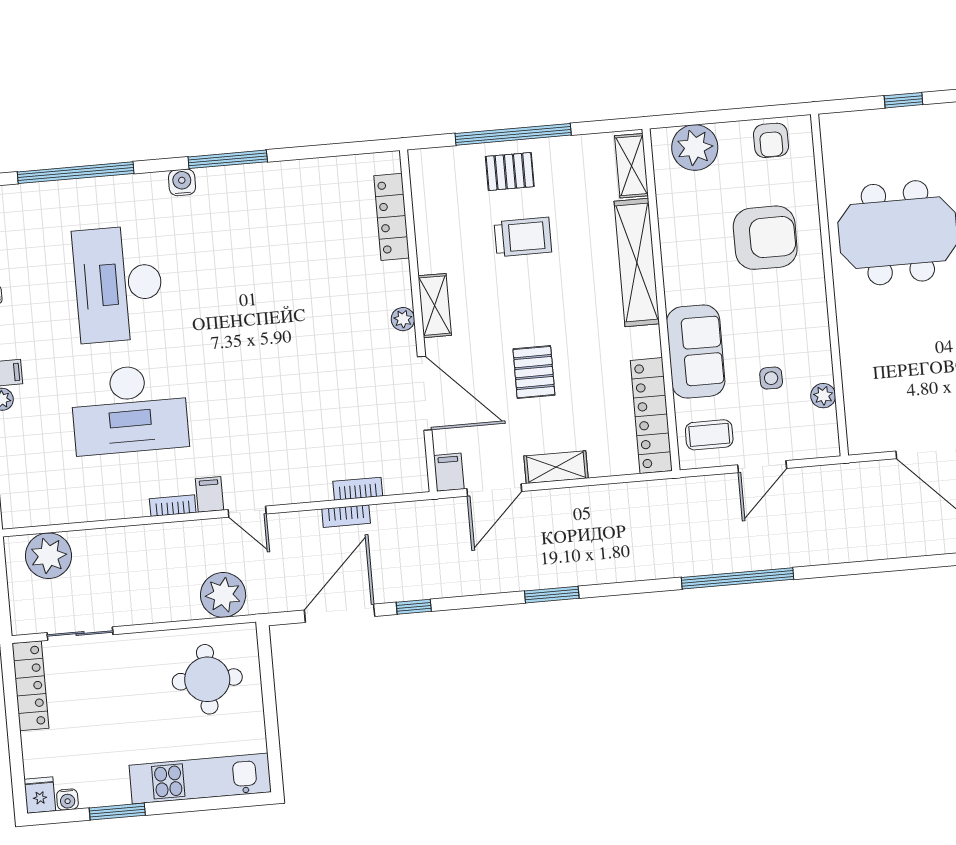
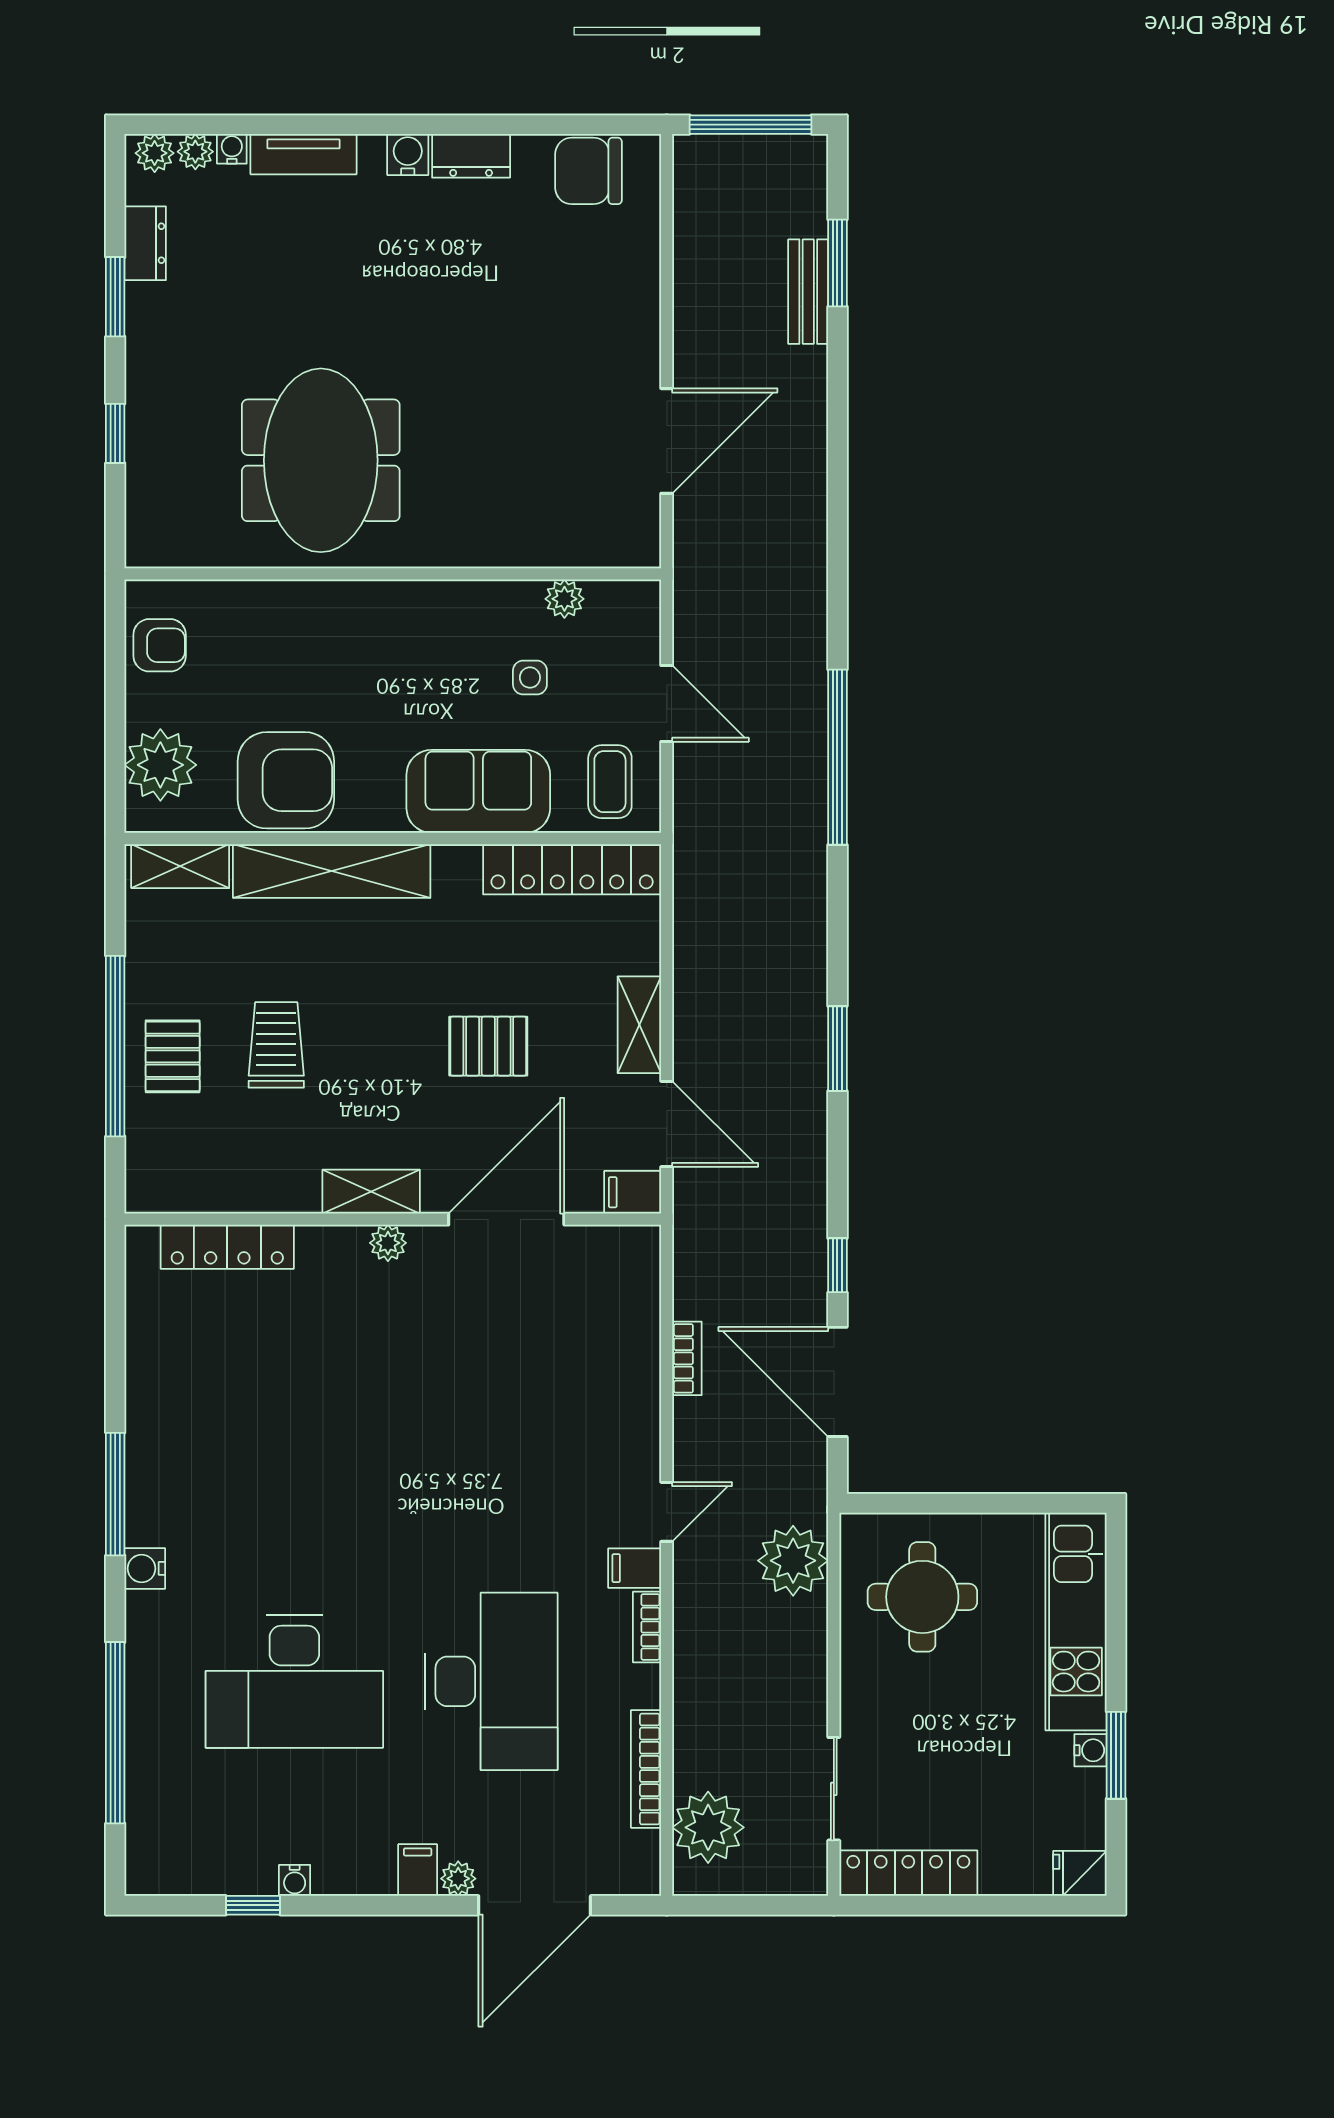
armchair: (765, 238) -> (286, 780), moved, turned 90
bookcase: (358, 489) -> (646, 1769), moved, width x1.56
water cooler: (67, 800) -> (1091, 1750), moved

